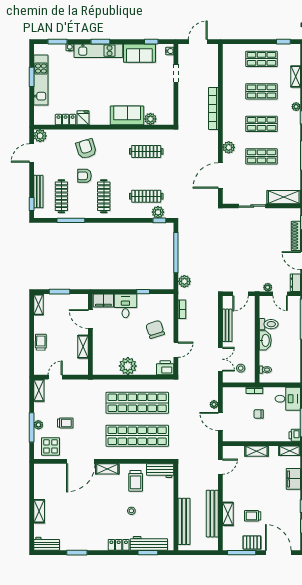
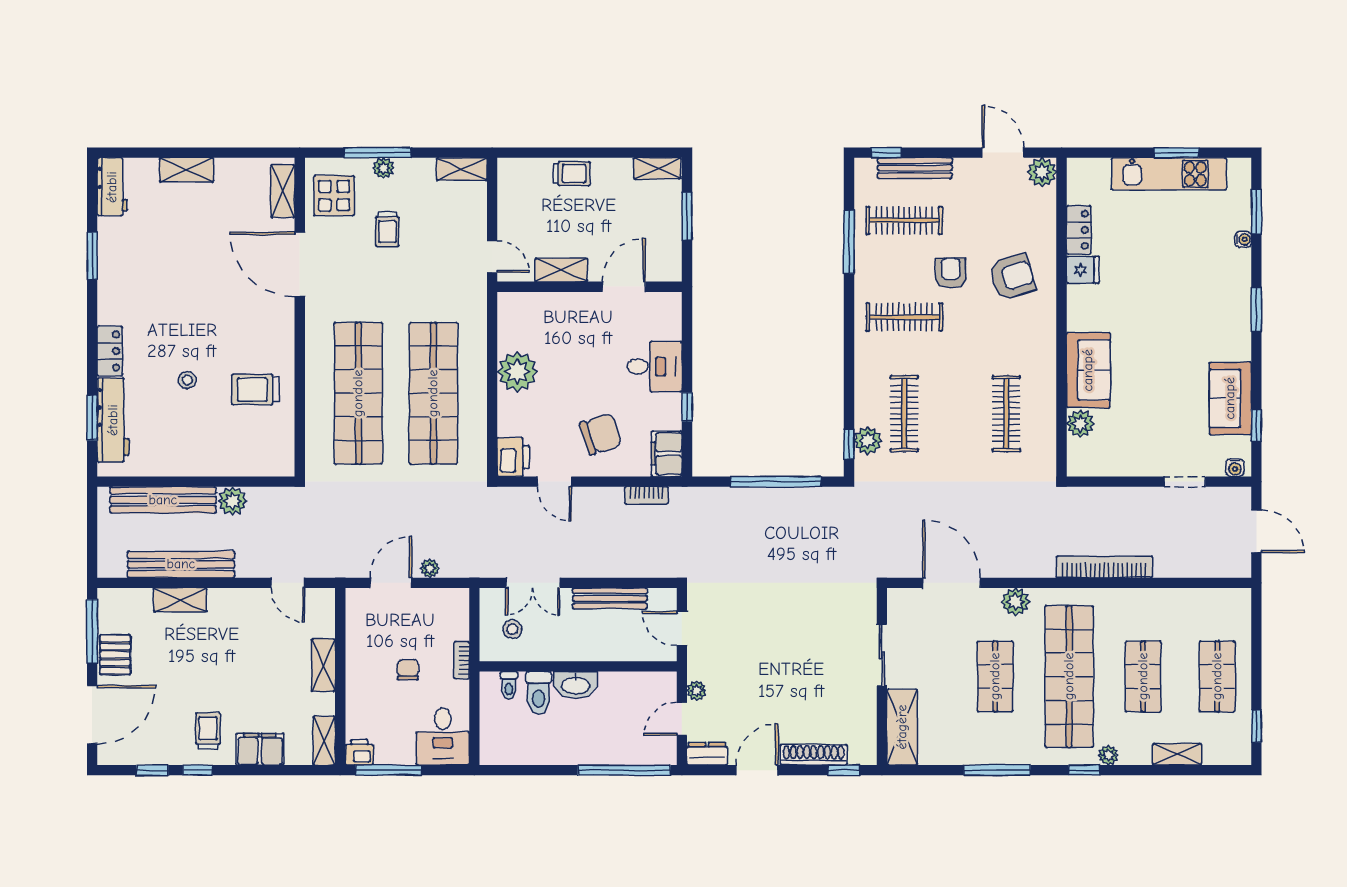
kitchen unit: (98, 51) -> (1236, 305), removed
shop shelf: (261, 124) -> (1069, 676), width x2.00, depth x1.36
plant: (184, 281) -> (232, 501), moved
filing cabinet: (103, 300) -> (667, 454), moved
toilet: (269, 324) -> (539, 693), moved
door: (55, 377) -> (492, 257), moved
shelving: (107, 469) -> (283, 191), moved
workbench: (160, 471) -> (279, 446), removed
trolley: (253, 516) -> (208, 731), moved

